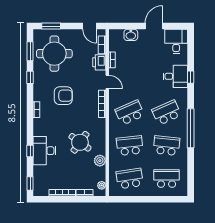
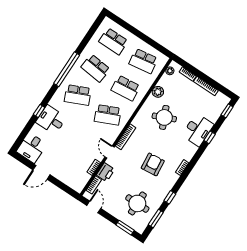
washbasin: (131, 35) -> (65, 178), removed
round table: (54, 54) -> (137, 203), width x0.73, depth x0.73
armchair: (63, 96) -> (153, 164), turned 84
round table: (80, 142) -> (164, 117), turned 30

